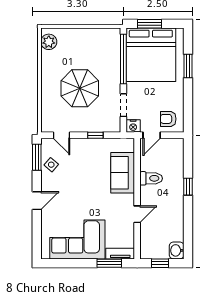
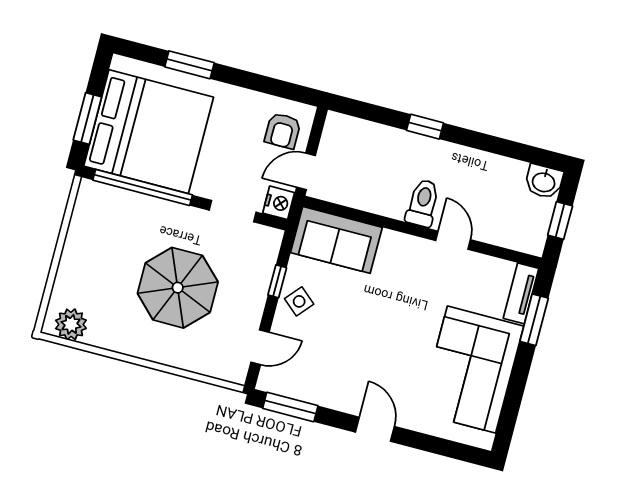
door: (152, 135) -> (306, 171), swing flipped
side table: (51, 165) -> (299, 301), moved
sofa: (123, 173) -> (336, 240), moved
toilet: (151, 178) -> (423, 203), moved

